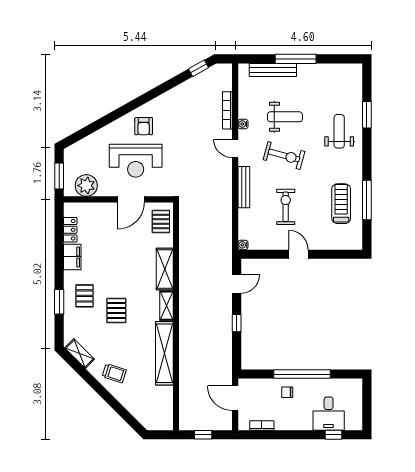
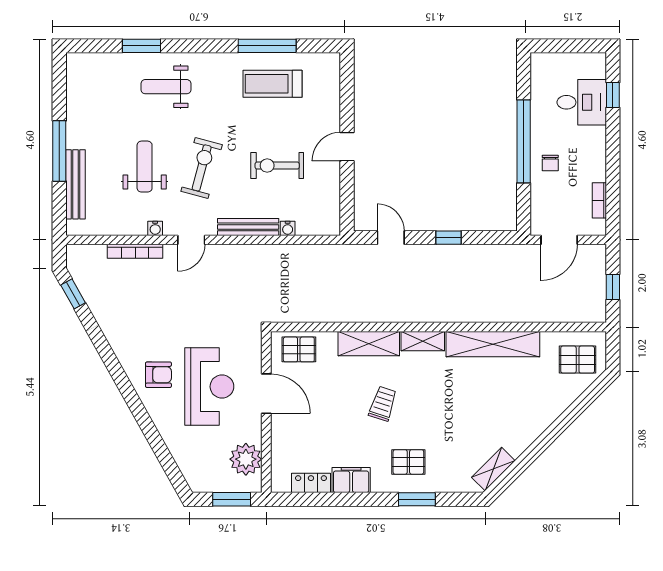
water cooler: (243, 245) -> (288, 228), moved
pallet: (116, 311) -> (578, 360), moved
trolley: (114, 373) -> (383, 404), moved

